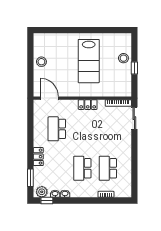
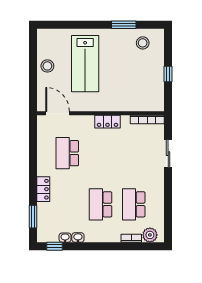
window: (100, 30) -> (124, 25), added
stool: (123, 58) -> (143, 43), moved
lab bench: (89, 61) -> (85, 64), moved
sliding door: (134, 118) -> (168, 154), moved
plant: (42, 192) -> (150, 235), moved

